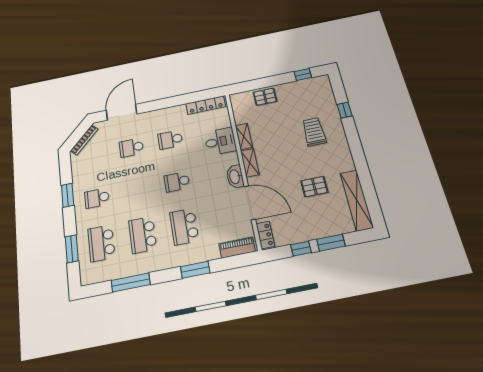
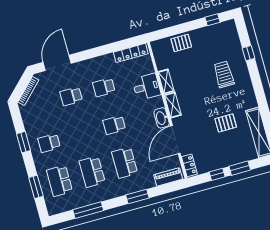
door: (250, 203) -> (175, 140), swing flipped

